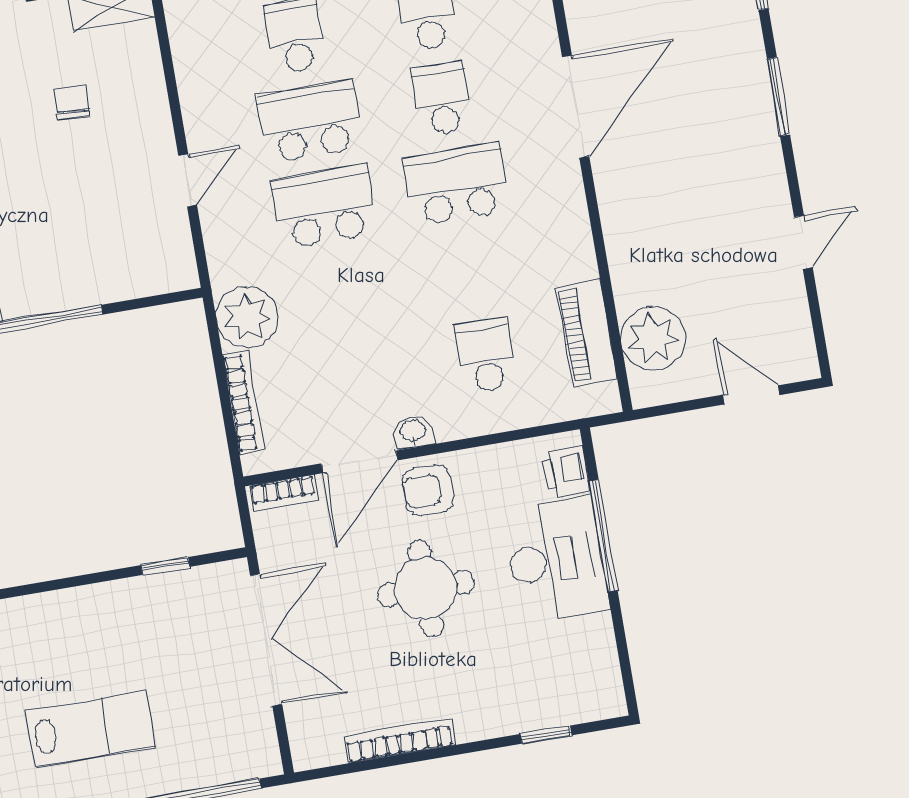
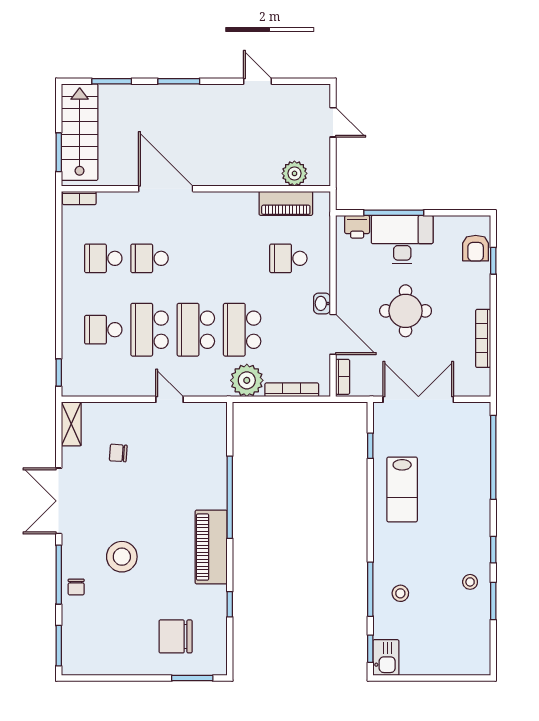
school desk: (457, 184) -> (242, 330), moved
plant: (653, 338) -> (294, 173), width x0.73, depth x0.73
door: (751, 395) -> (333, 122), swing flipped
armchair: (428, 490) -> (476, 248), moved
lab bench: (91, 729) -> (402, 489), moved, turned 180

